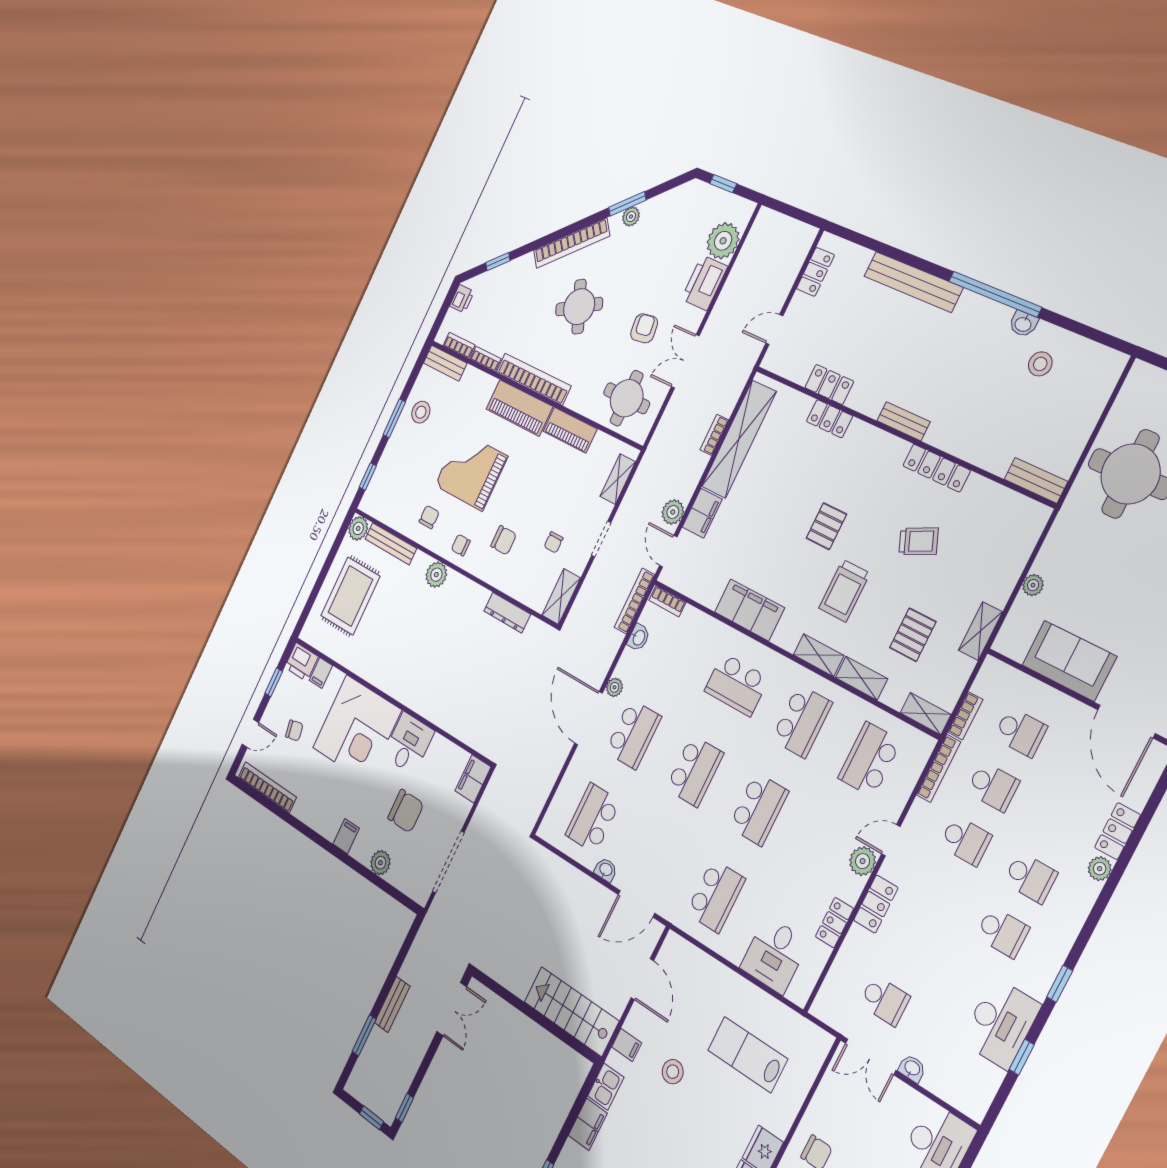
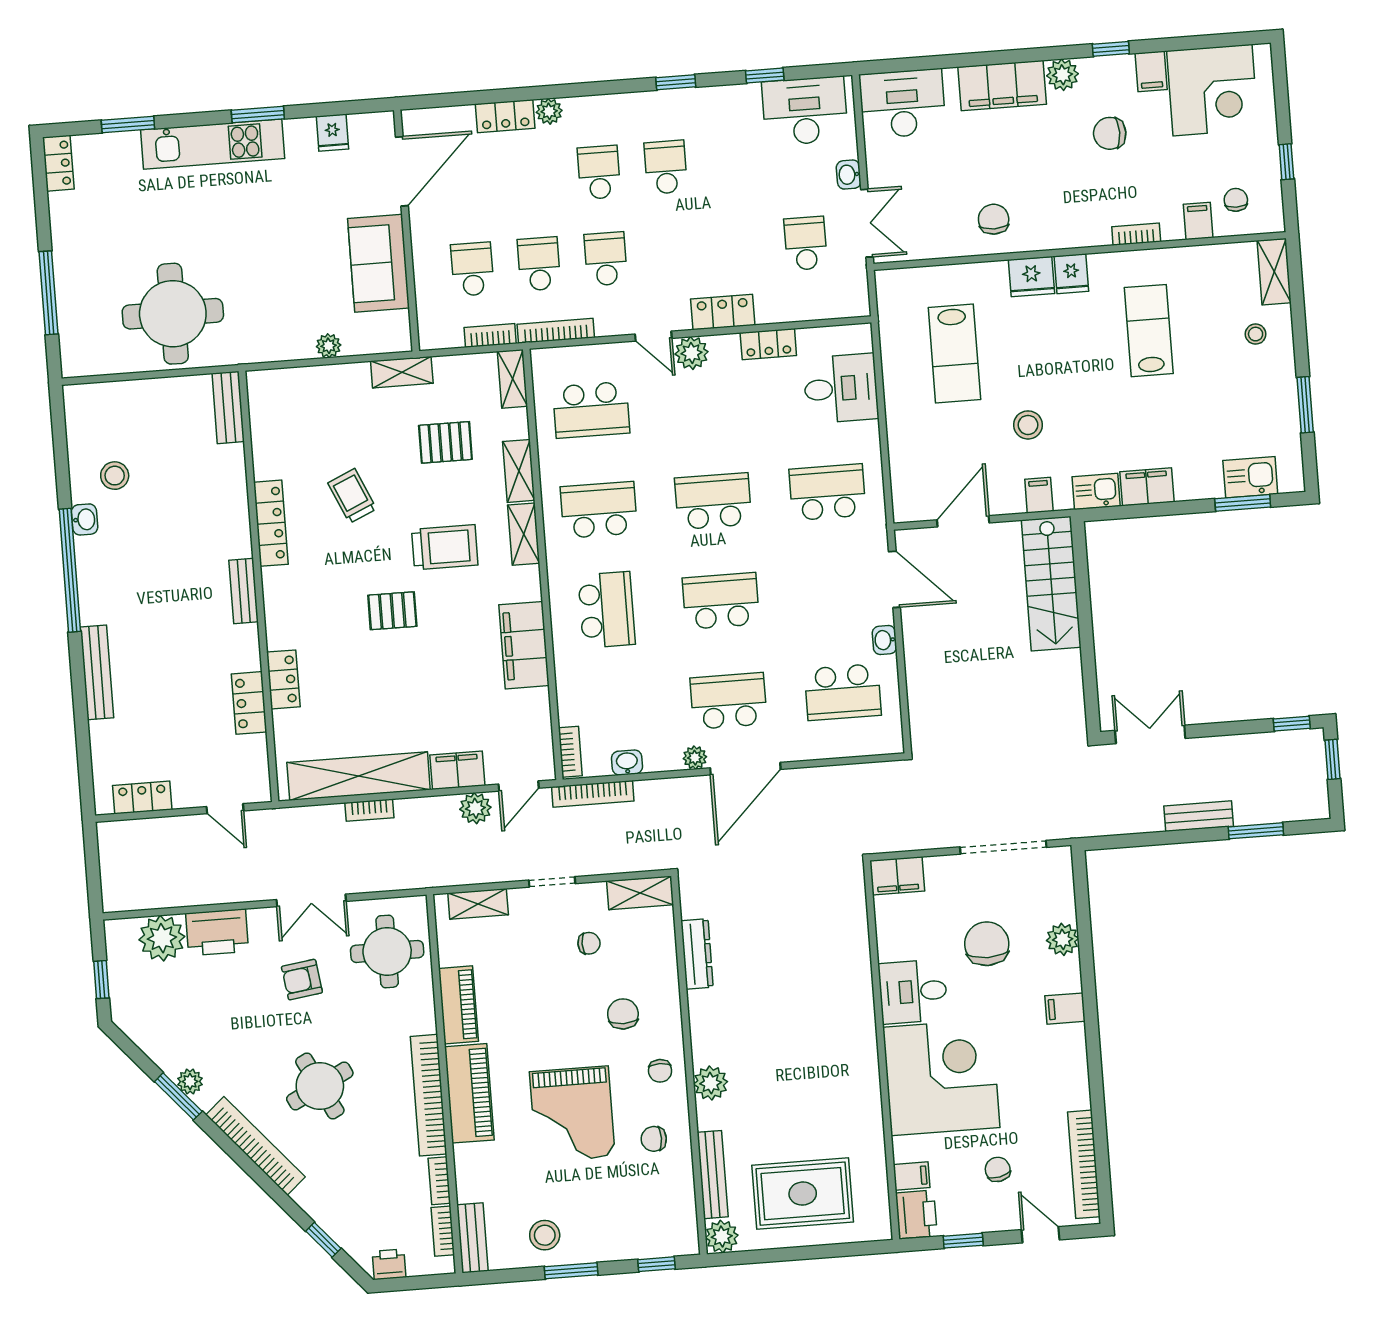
bench: (913, 282) -> (97, 672), width x0.73, depth x0.82
desk: (1001, 1023) -> (805, 111), moved

